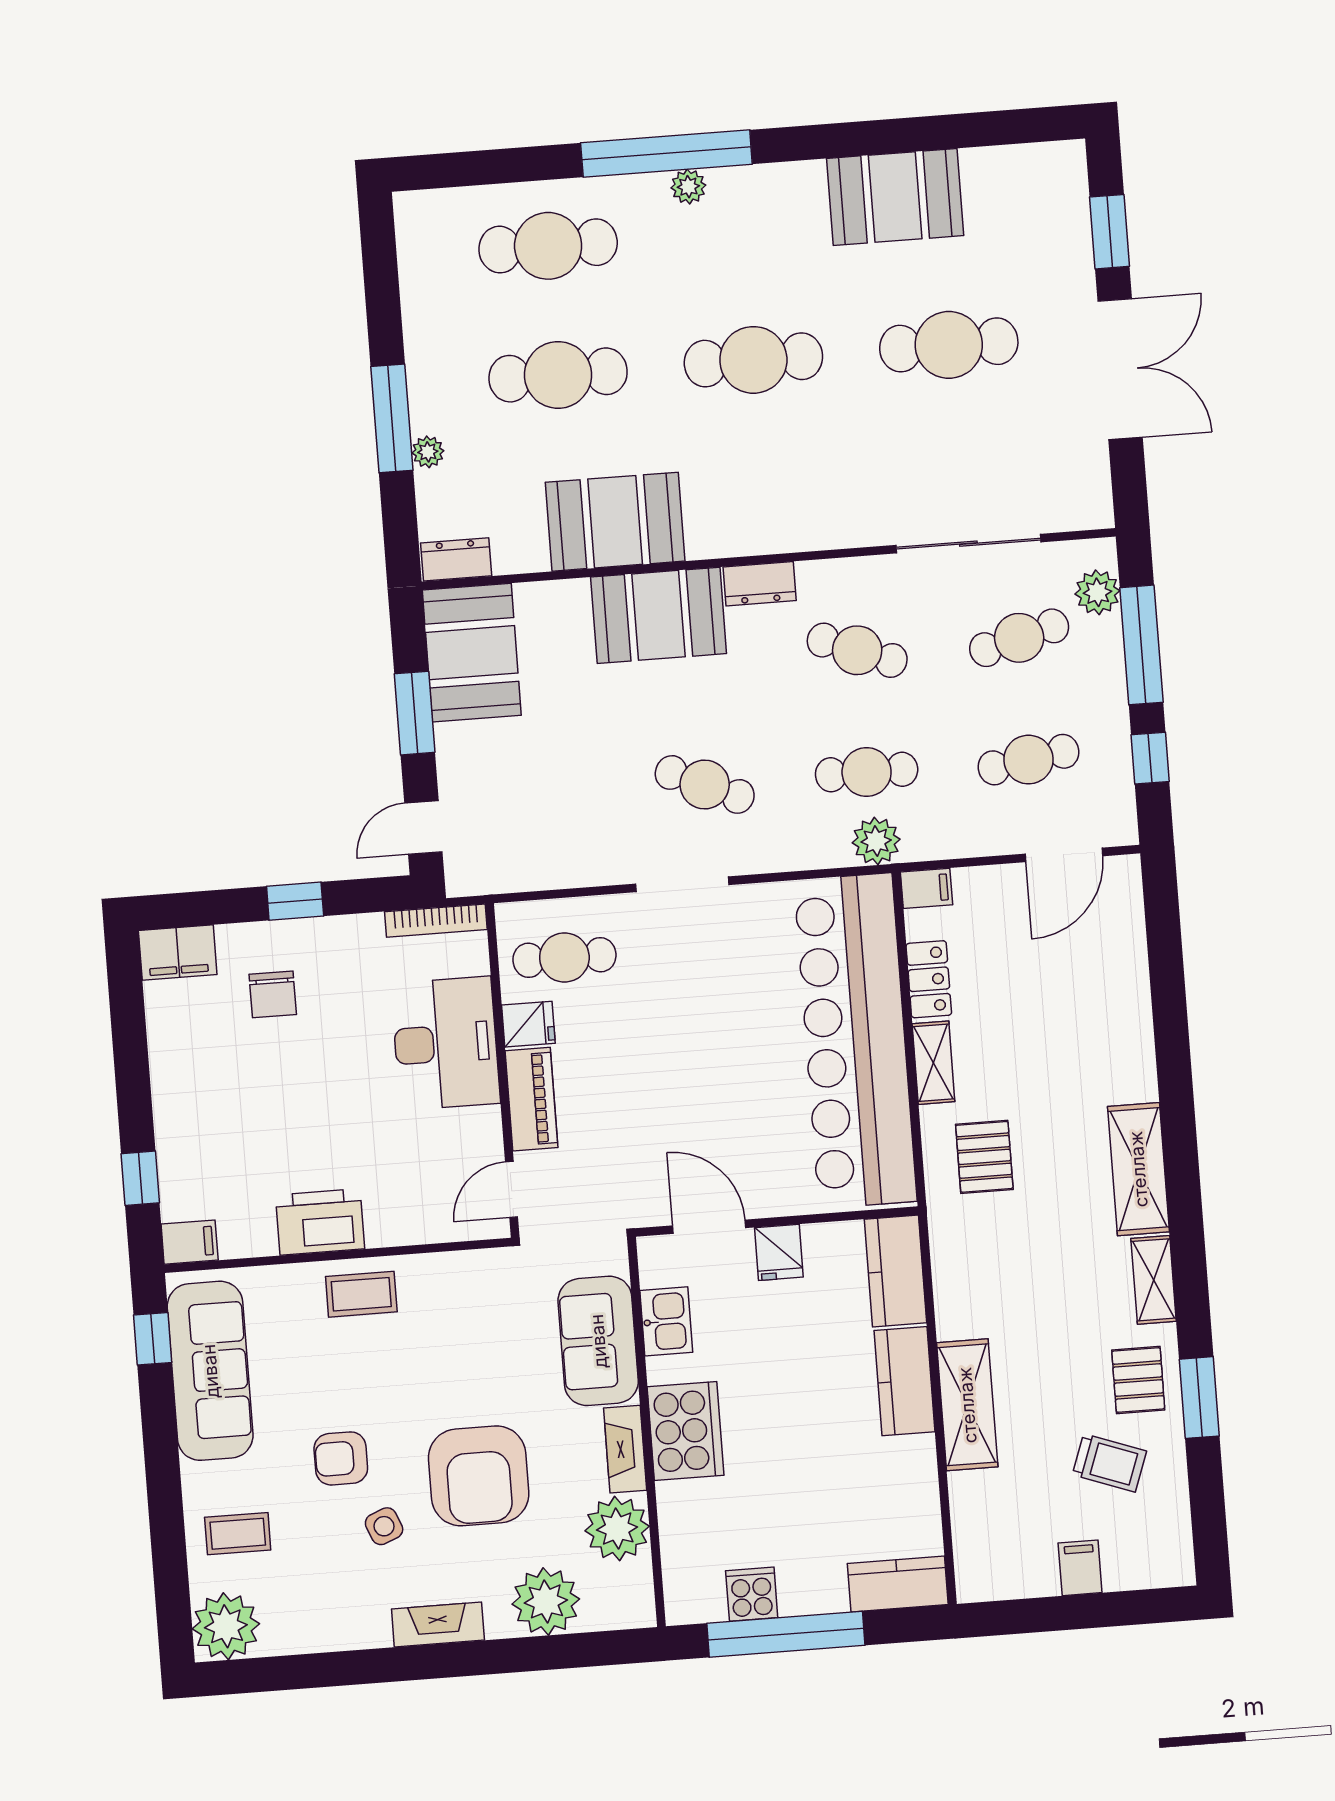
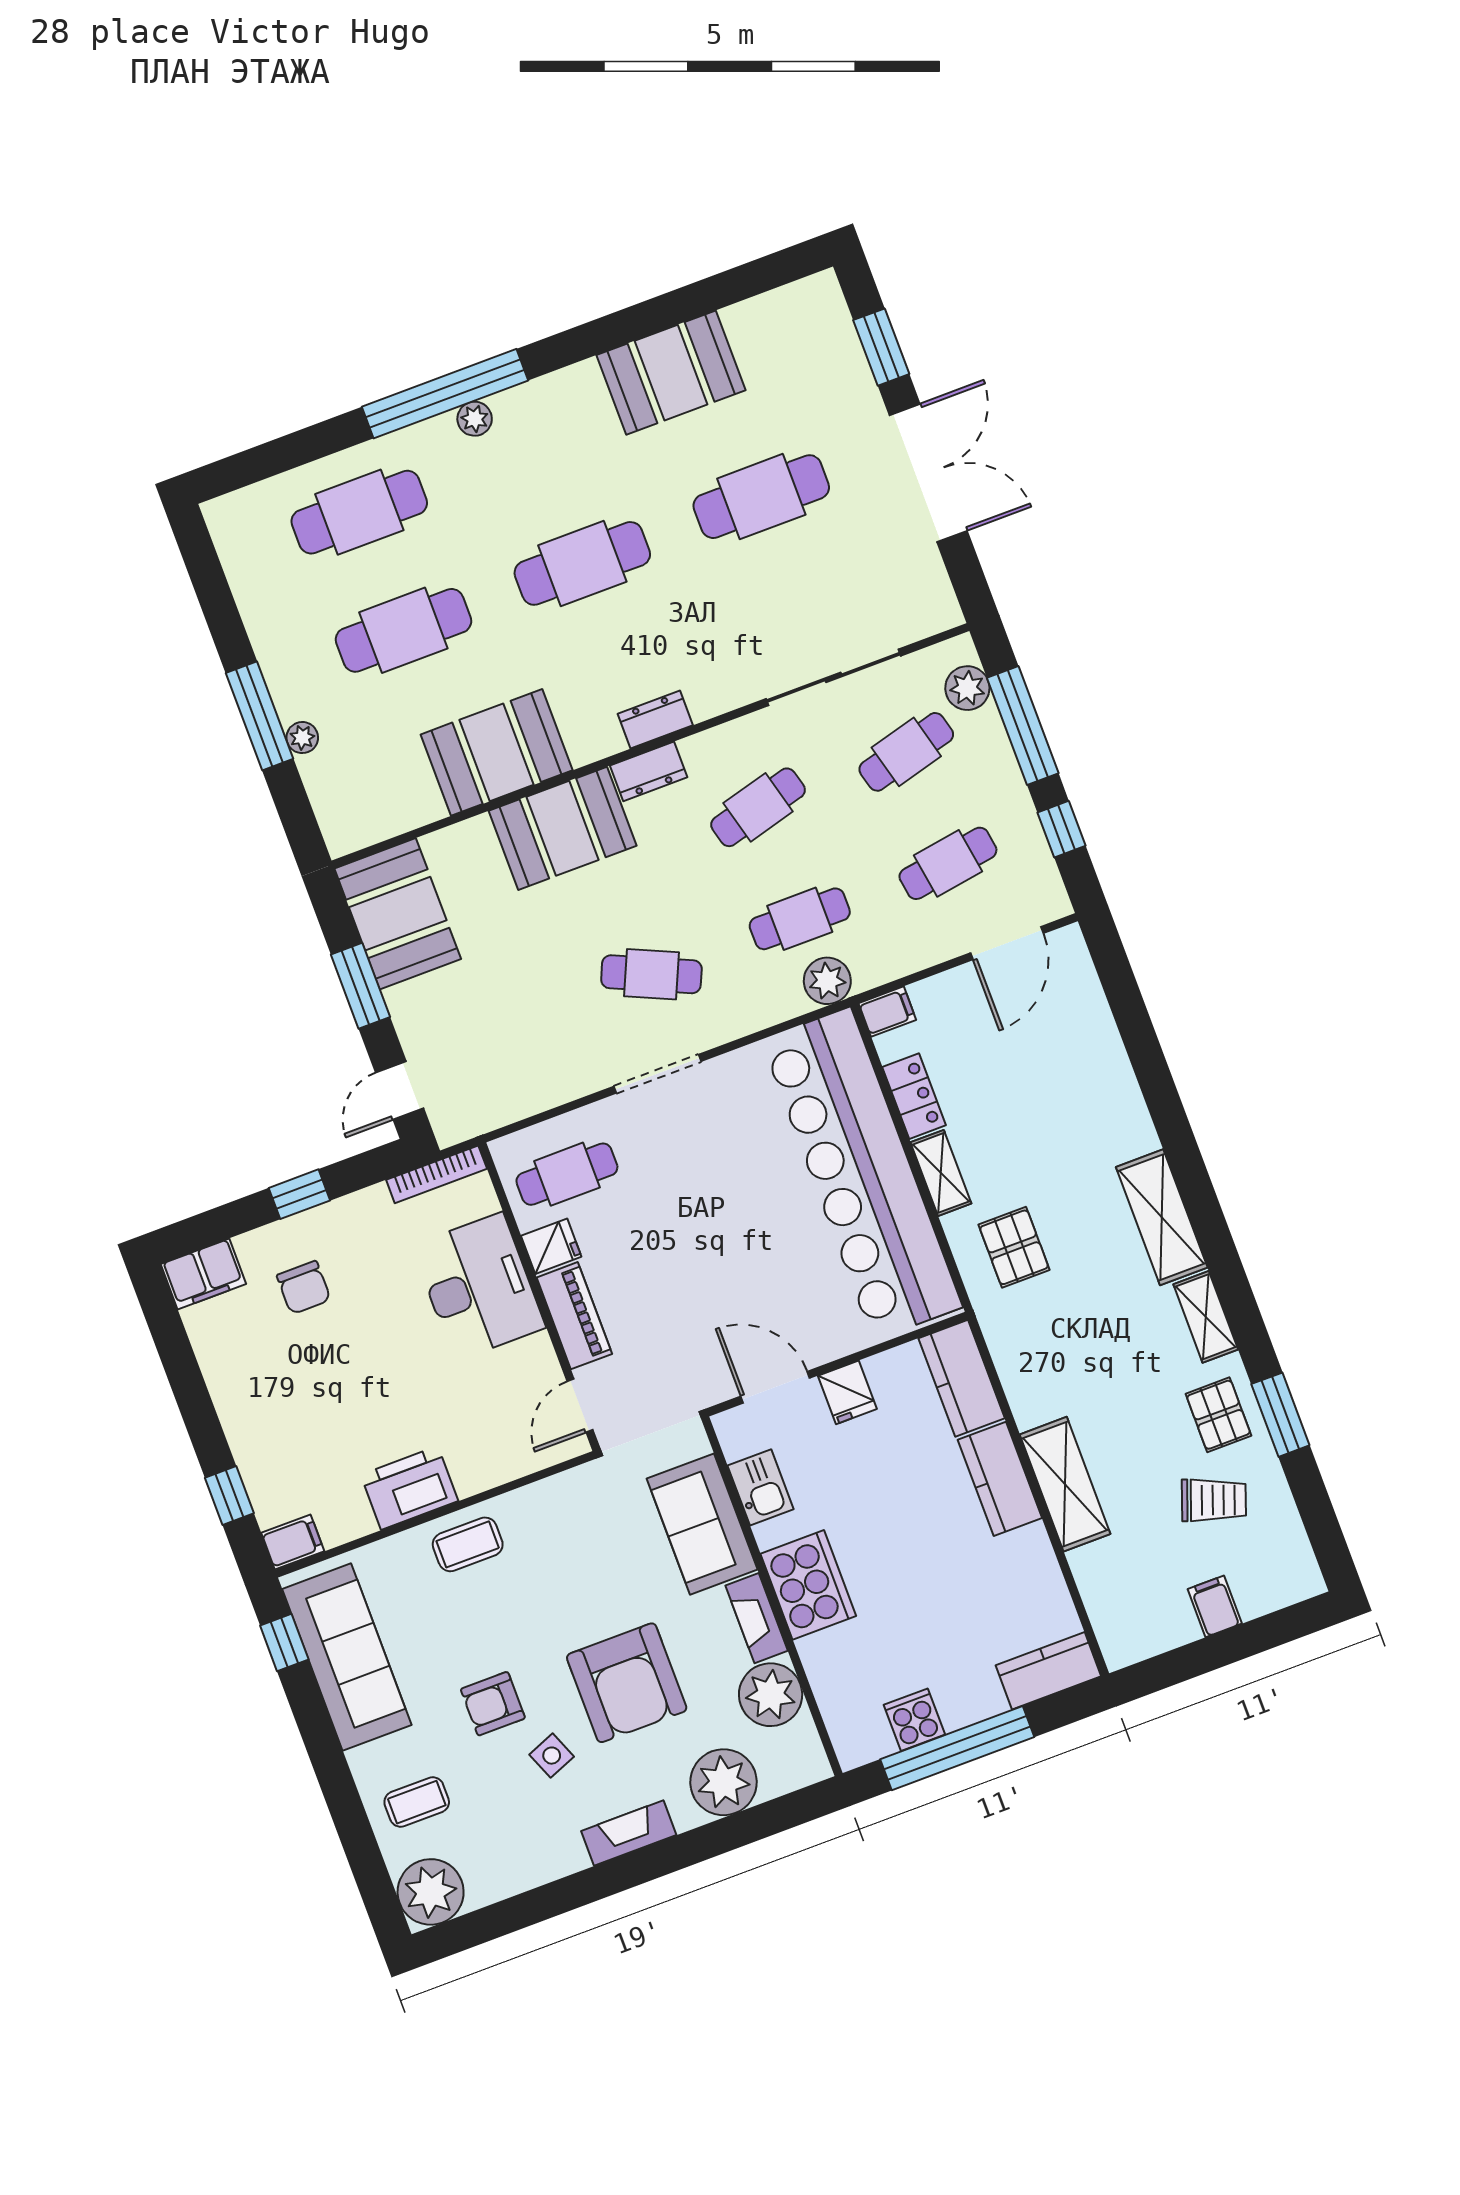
dresser: (456, 559) -> (655, 720), moved
cafe table: (857, 650) -> (758, 807), turned -36

